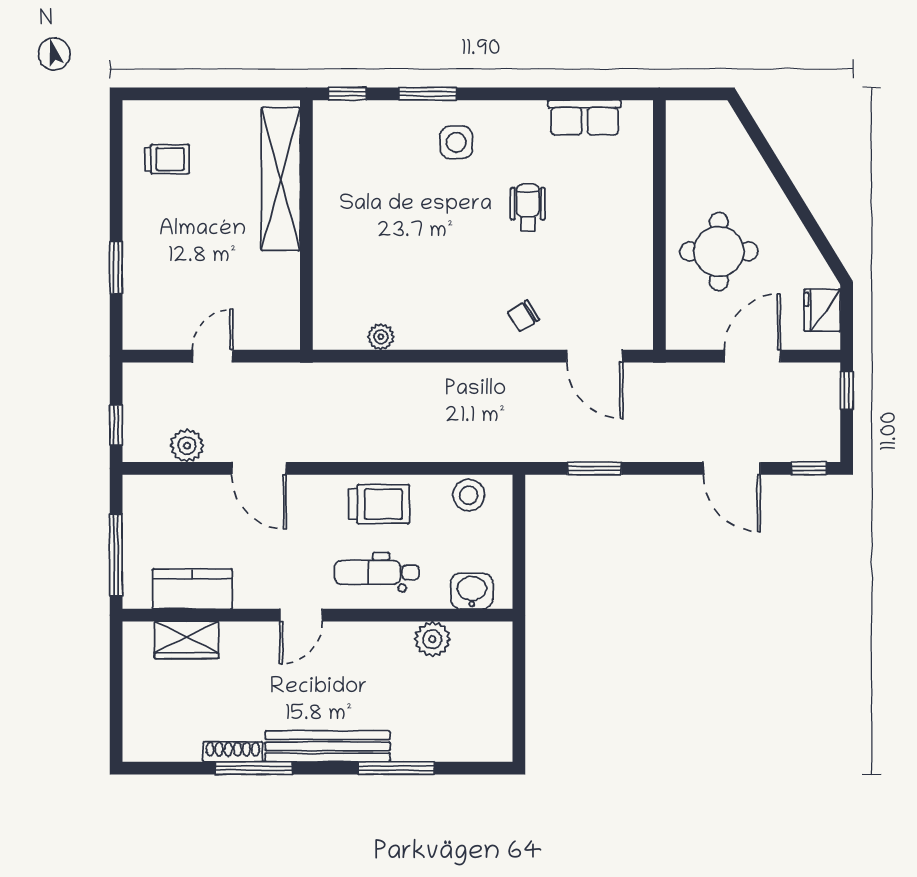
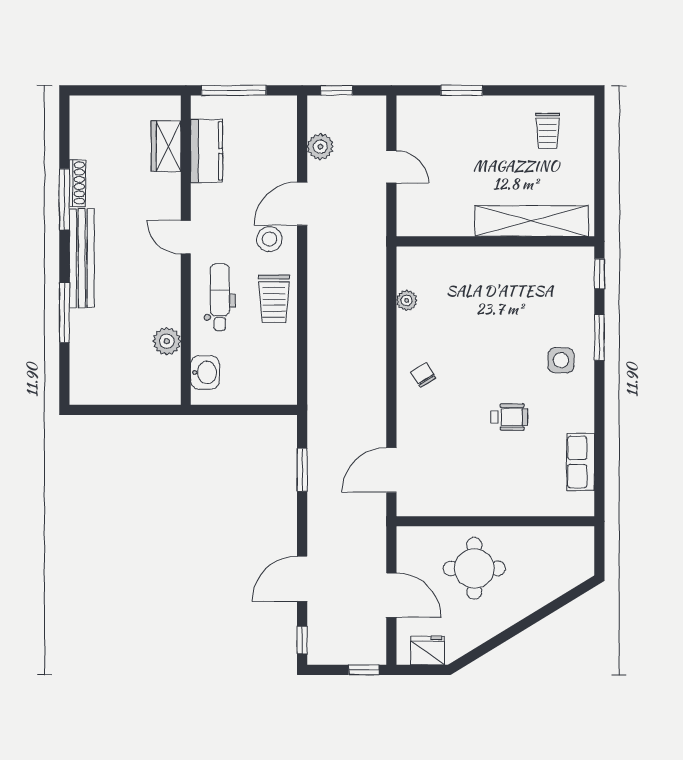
chair: (524, 316) -> (423, 375), moved
stool: (469, 495) -> (269, 239), moved

